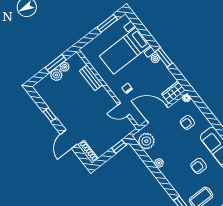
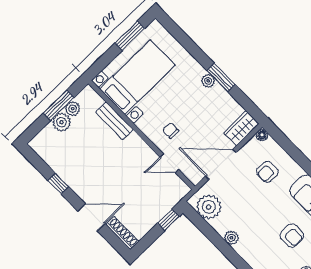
bed with nightstands: (125, 51) -> (137, 77), moved, turned 180
door: (69, 139) -> (91, 217), swing flipped
armchair: (199, 166) -> (292, 236), turned -90

